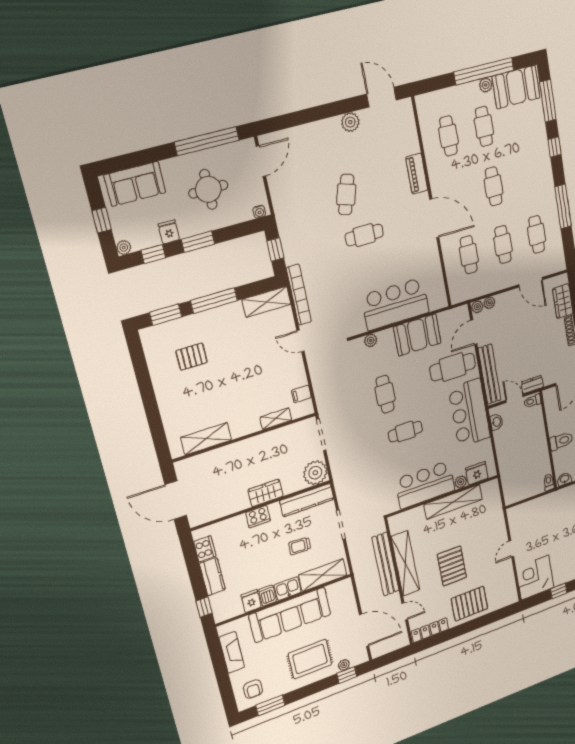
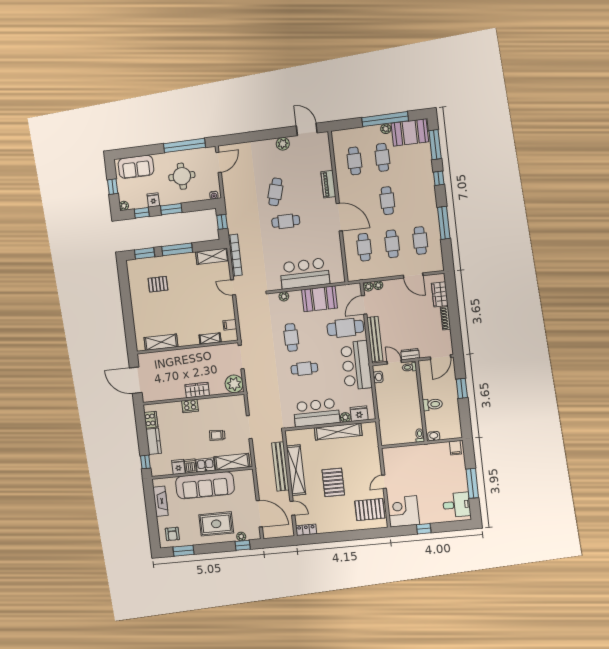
kitchen counter: (307, 500) -> (226, 402), removed
pallet: (469, 604) -> (370, 510), moved
locker: (430, 630) -> (306, 530), width x0.66

